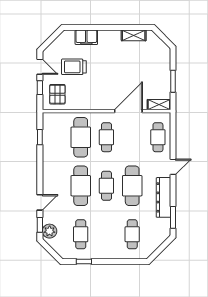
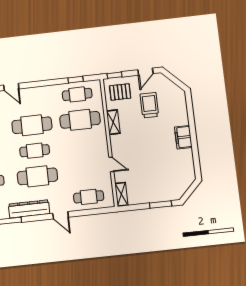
shelving: (134, 35) -> (113, 122), moved
filing cabinet: (86, 37) -> (183, 137), moved
window: (173, 81) -> (161, 204), moved
window: (40, 88) -> (115, 75), moved
door: (128, 111) -> (111, 164), width x0.53
cafe table: (106, 137) -> (77, 94), moved

